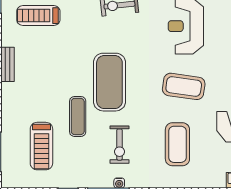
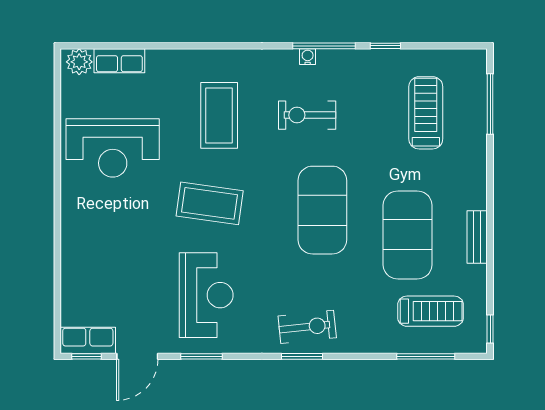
exercise mat: (78, 116) -> (408, 235), moved, width x2.00, depth x1.45
exercise bike: (120, 145) -> (307, 115), turned -90

